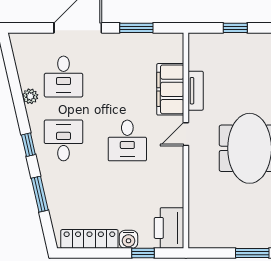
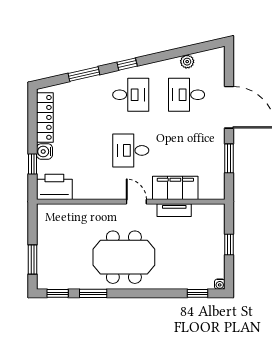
plant: (30, 96) -> (187, 62), moved

